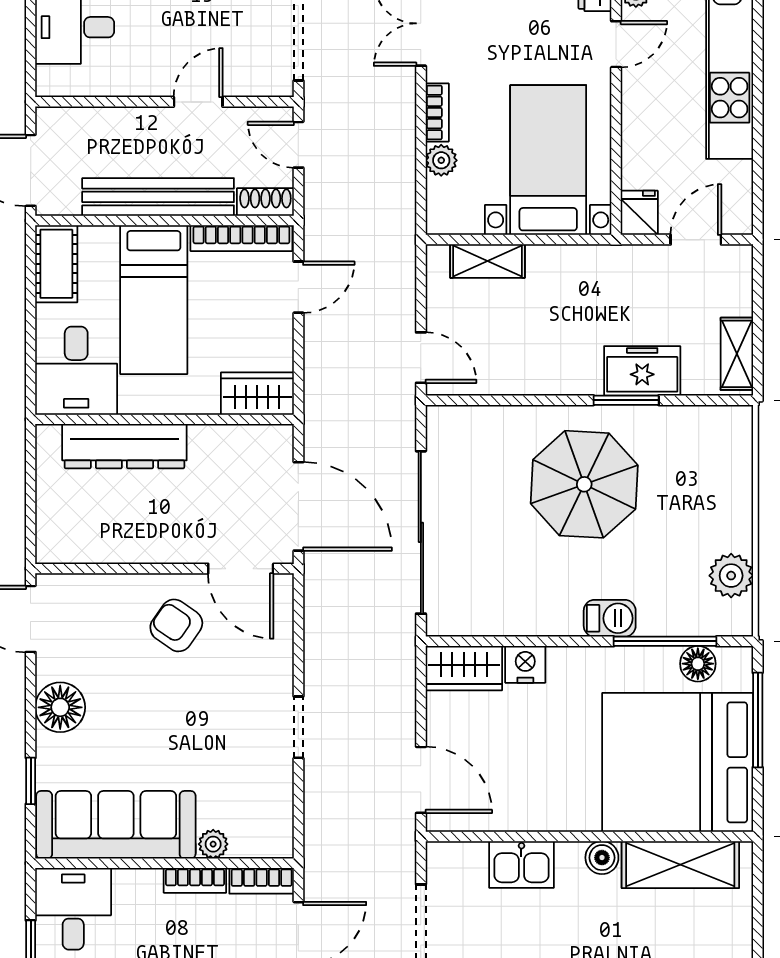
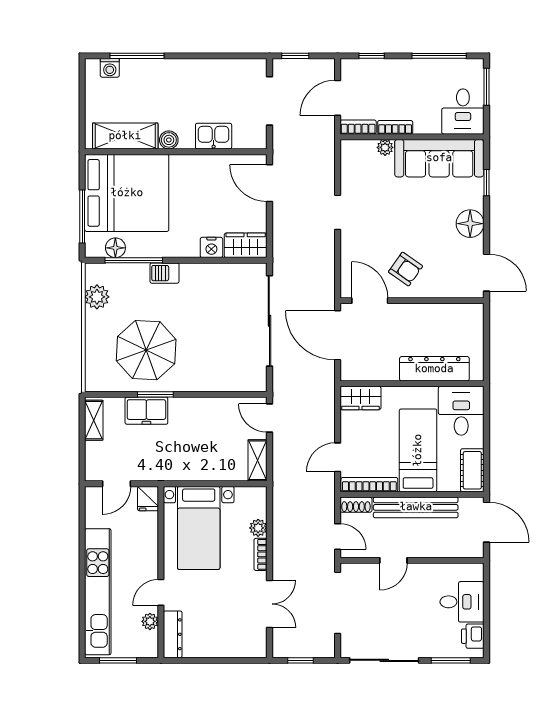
shelving: (488, 261) -> (258, 460), moved, turned 90
parasol: (584, 484) -> (146, 350), moved

